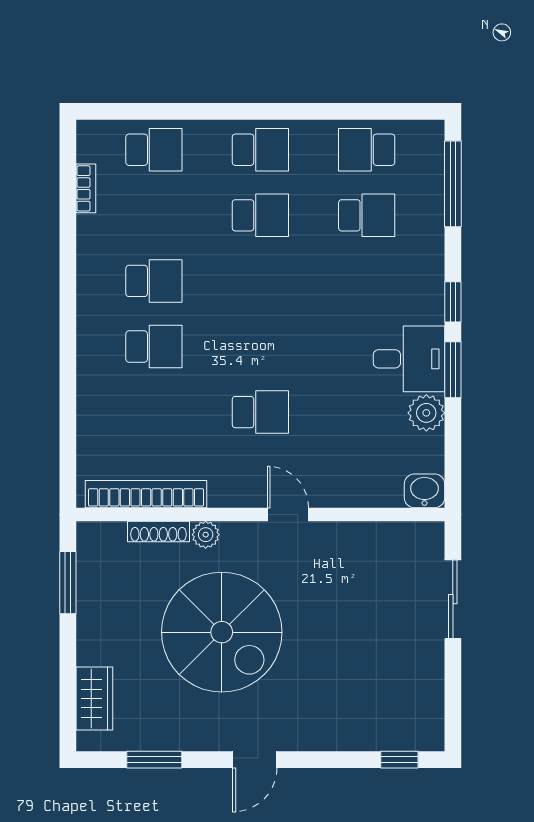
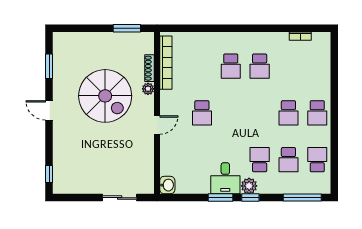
school desk: (154, 150) -> (260, 160), moved, turned 180
plant: (426, 413) -> (249, 186), moved
spiral stairs: (222, 632) -> (105, 96), turned -90
wardrobe: (94, 698) -> (76, 40), removed

